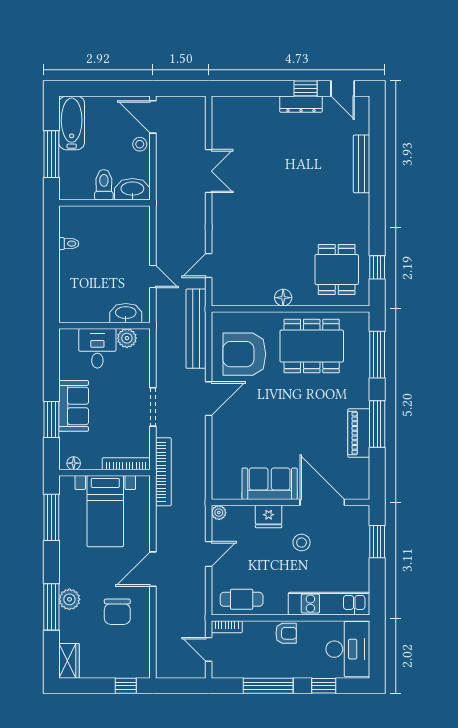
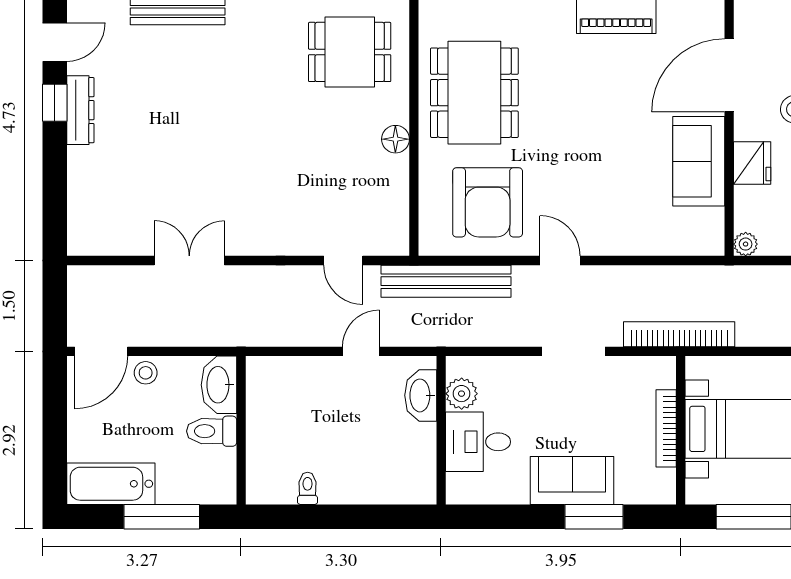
door: (209, 399) -> (560, 260), width x0.73
floor lamp: (74, 463) -> (665, 480), removed
bookcase: (126, 464) -> (666, 428), moved

